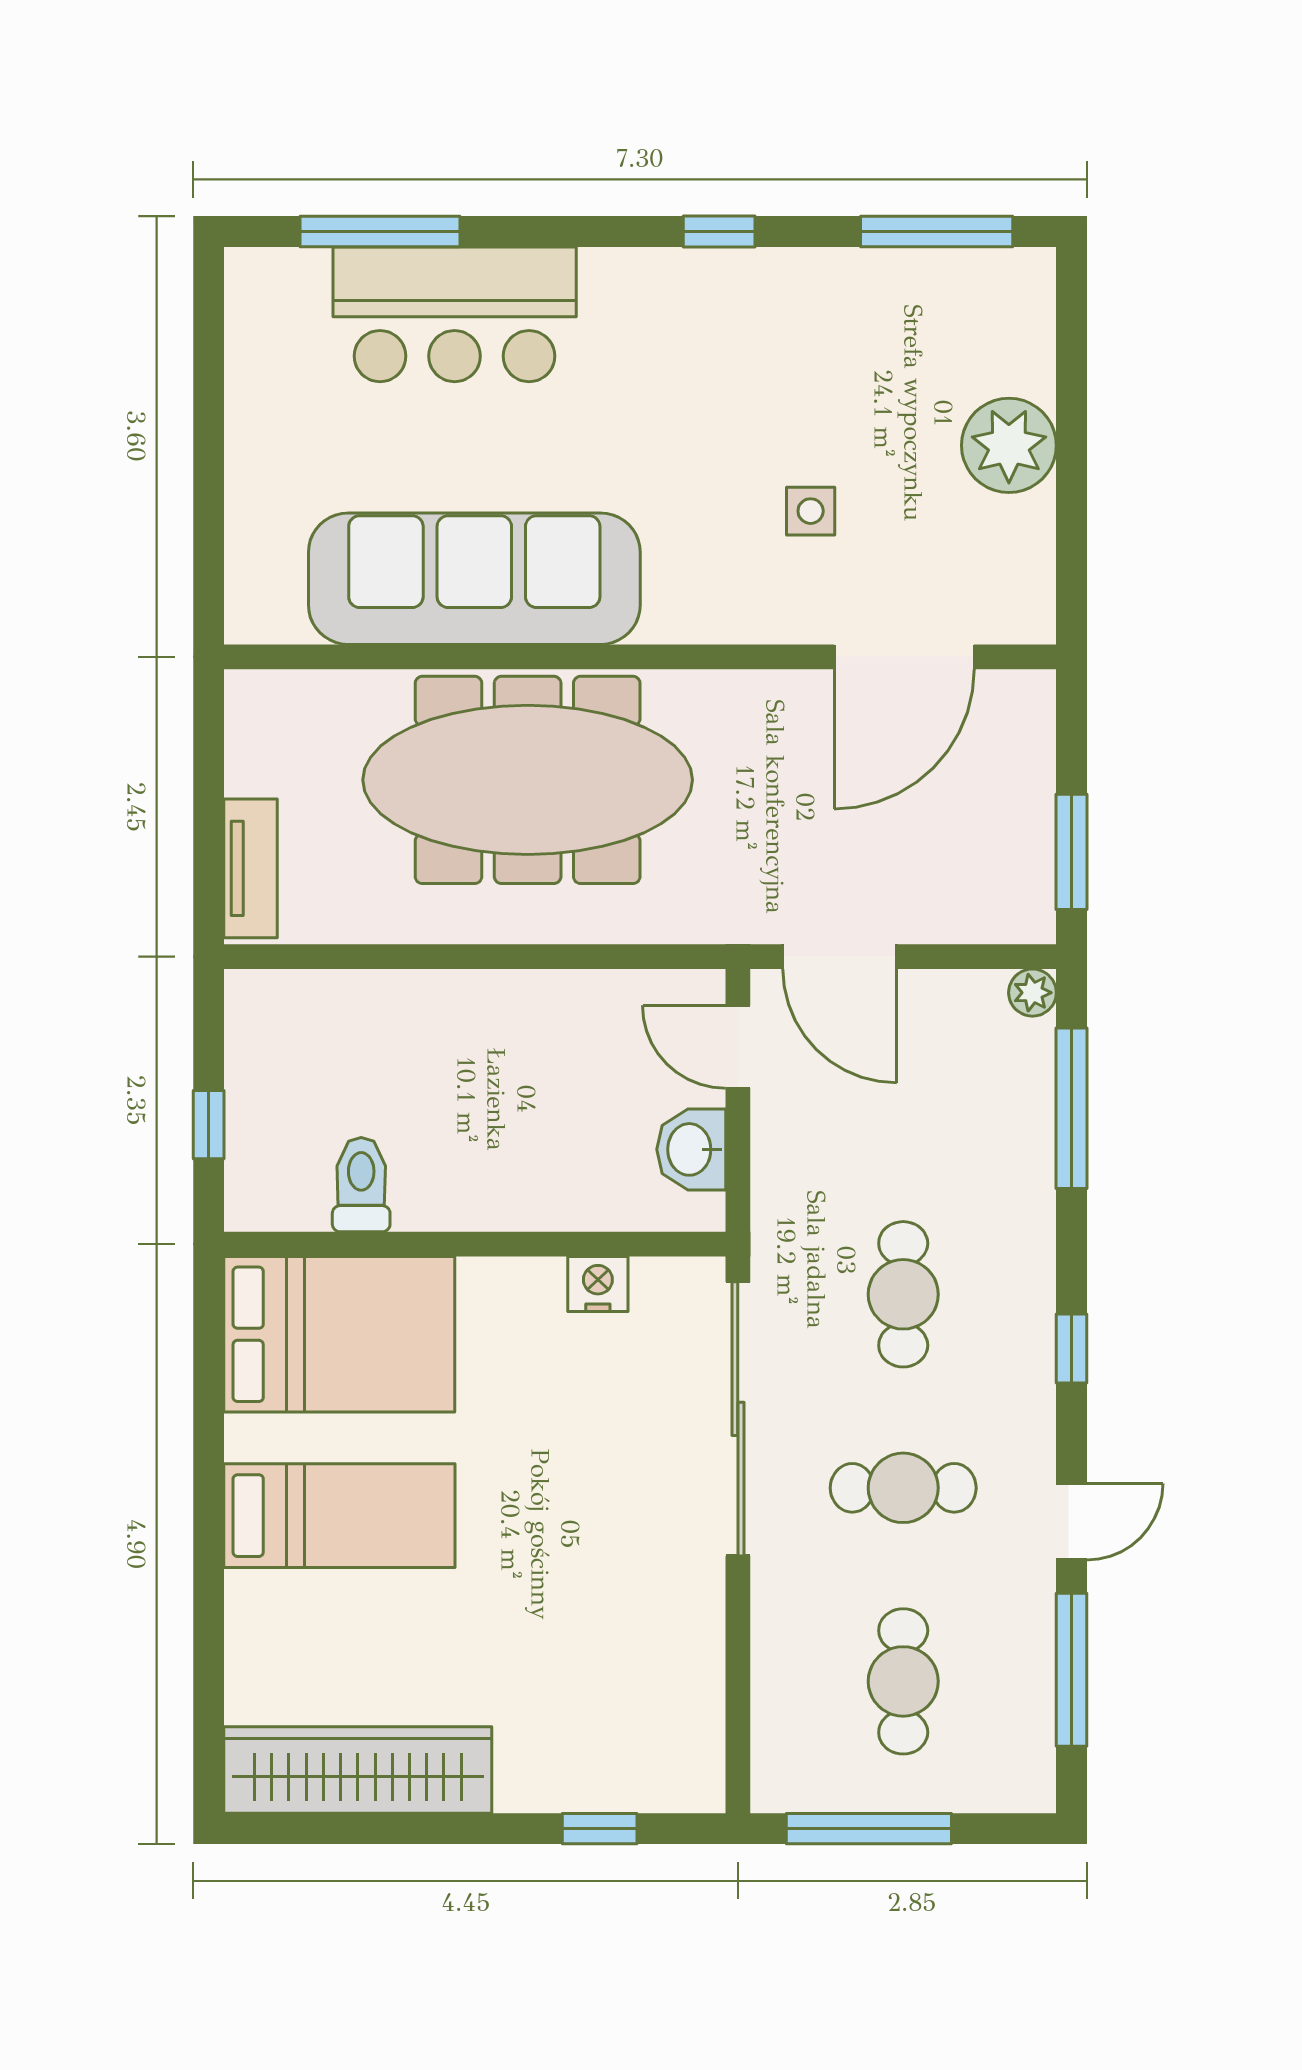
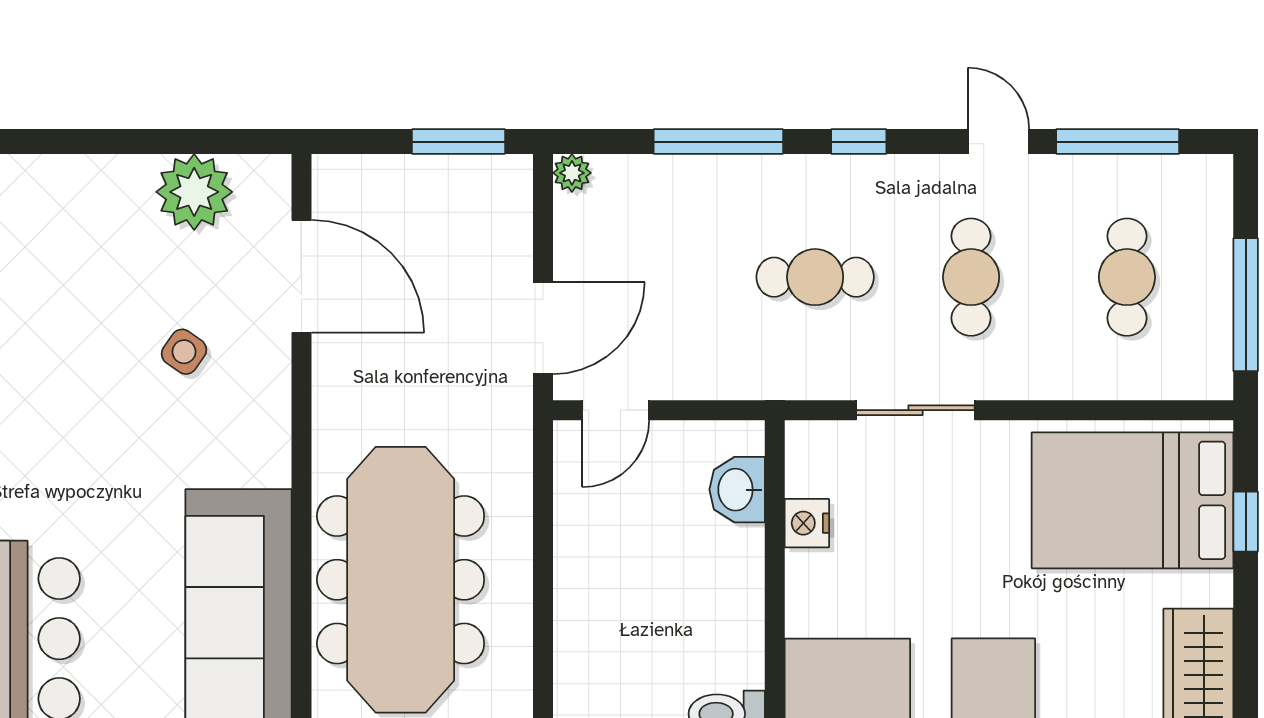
plant: (1009, 445) -> (194, 192), moved
side table: (811, 511) -> (184, 352), turned 35
window: (1071, 1108) -> (718, 142), moved
washbasin: (691, 1149) -> (737, 490), moved, turned 90
sliding door: (738, 1419) -> (915, 410), width x0.54
cafe table: (903, 1681) -> (1127, 277), turned 90
bed: (626, 1688) -> (1133, 500), added

